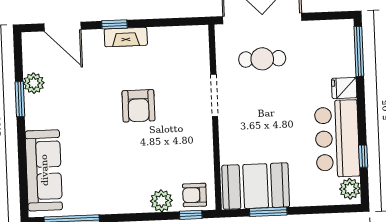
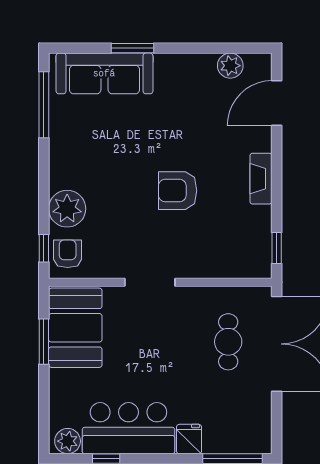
window: (114, 24) -> (277, 248), moved
plant: (34, 83) -> (230, 66), moved
doorway: (214, 95) -> (150, 282), moved
window: (20, 99) -> (132, 48), moved
plant: (161, 201) -> (67, 209), width x1.36, depth x1.36

